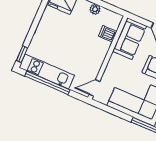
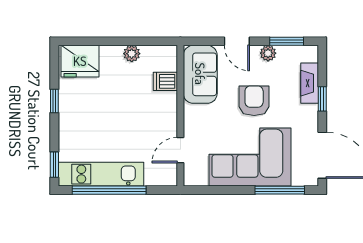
window: (38, 17) -> (54, 101), added
door: (94, 88) -> (180, 150), moved

